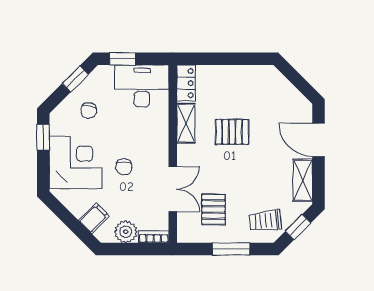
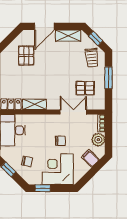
pallet: (232, 132) -> (26, 56), moved

